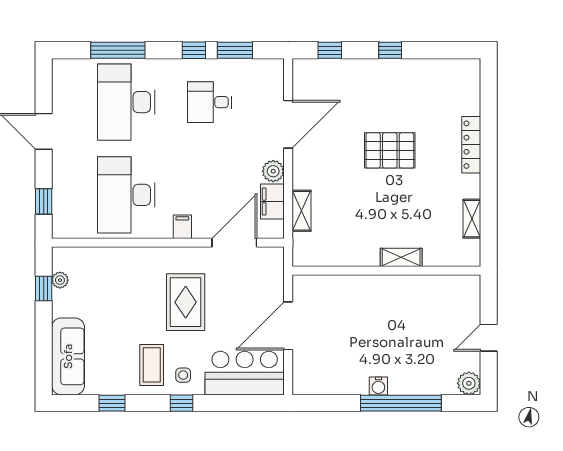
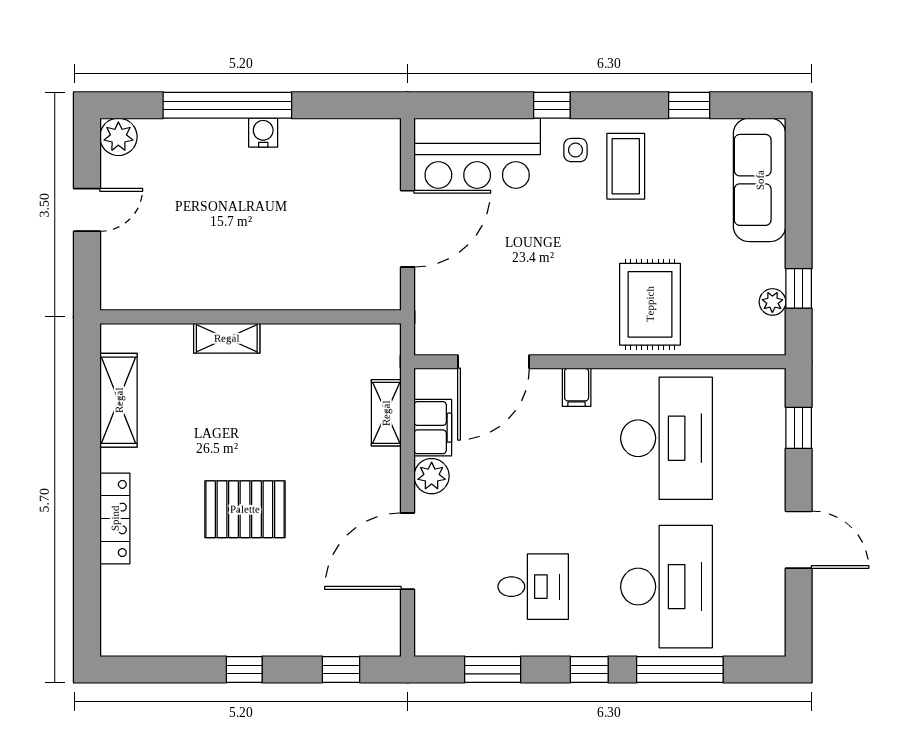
window: (194, 50) -> (589, 669), moved
shelving: (472, 219) -> (119, 400), width x1.50, depth x1.33
rug: (186, 302) -> (650, 304), moved
window: (181, 403) -> (552, 105), moved

